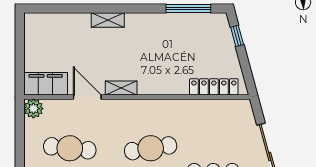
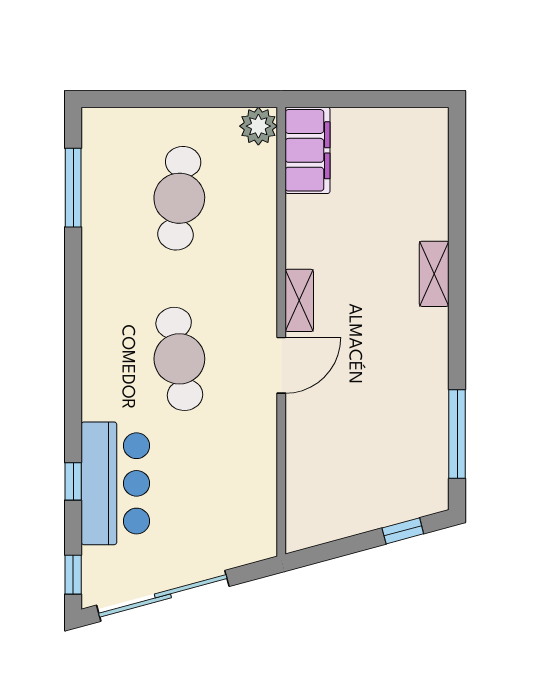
locker: (214, 87) -> (302, 485), removed
door: (87, 97) -> (281, 365), moved

